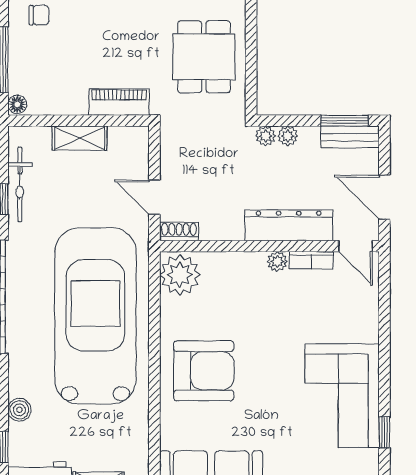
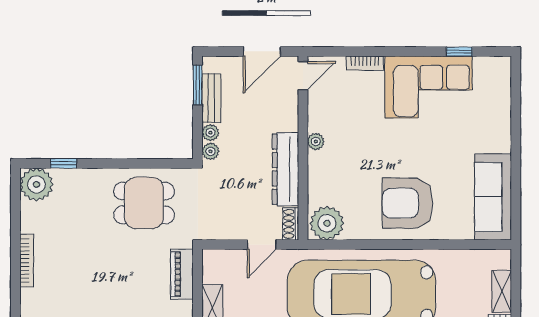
bench: (350, 137) -> (211, 98), moved
dresser: (289, 225) -> (285, 169), moved
bookcase: (311, 260) -> (365, 63), moved, turned 90
armchair: (204, 371) -> (408, 203), turned -90

